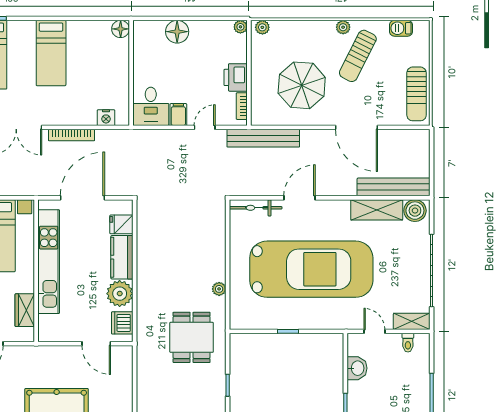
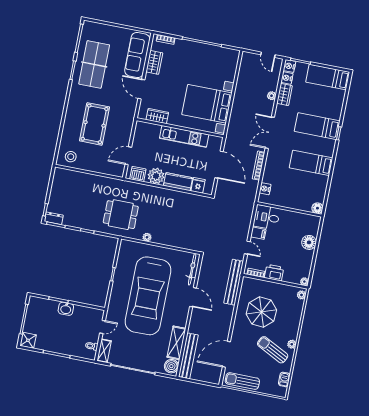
door: (356, 127) -> (226, 354), moved
kitchen unit: (49, 262) -> (184, 136), width x0.73
washbasin: (357, 368) -> (66, 309), moved

